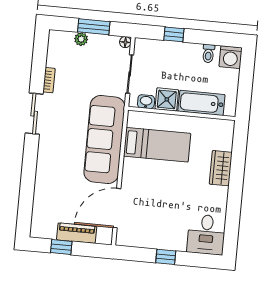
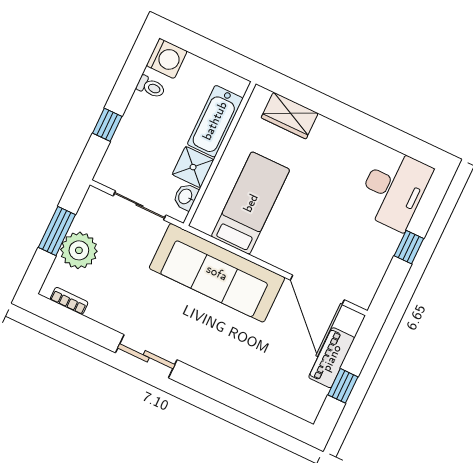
plant: (81, 39) -> (79, 250), width x1.88, depth x1.88
floor lamp: (125, 42) -> (94, 195), removed
bookcase: (49, 80) -> (69, 301), moved
wardrobe: (221, 168) -> (290, 116), moved
desk: (206, 234) -> (394, 189), width x1.37

